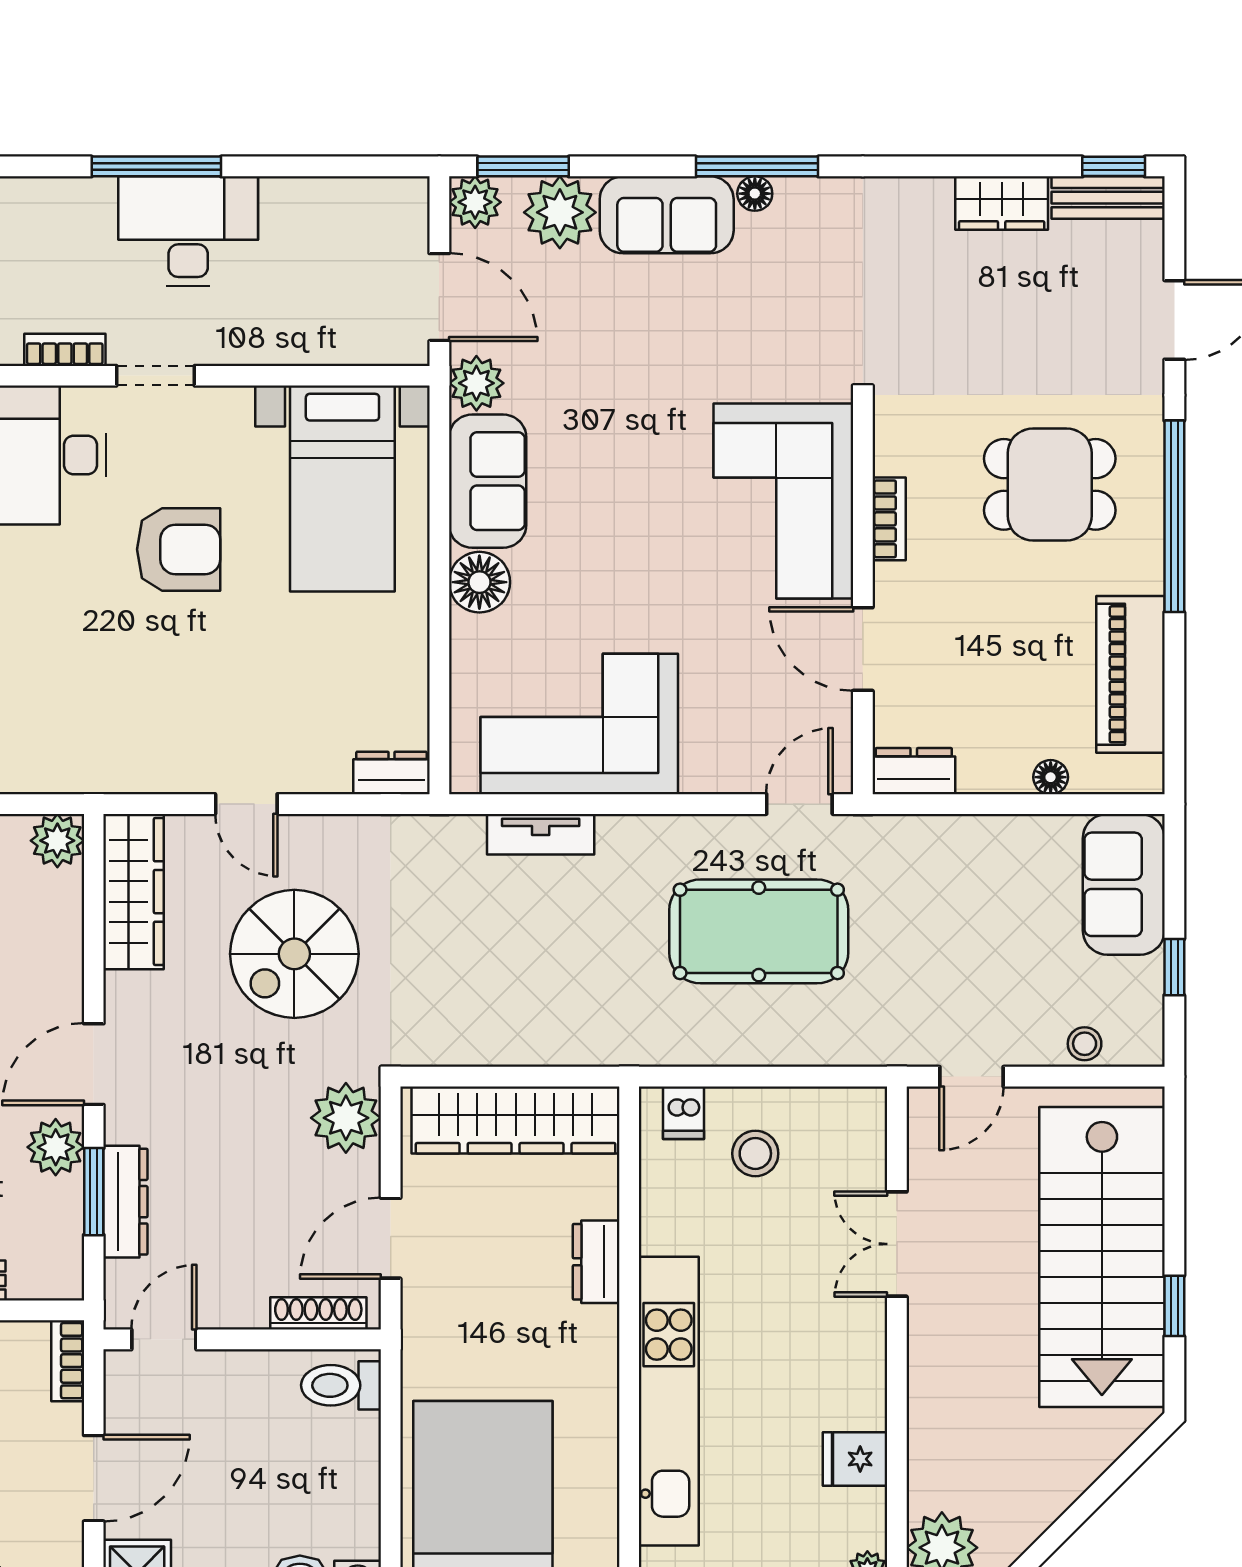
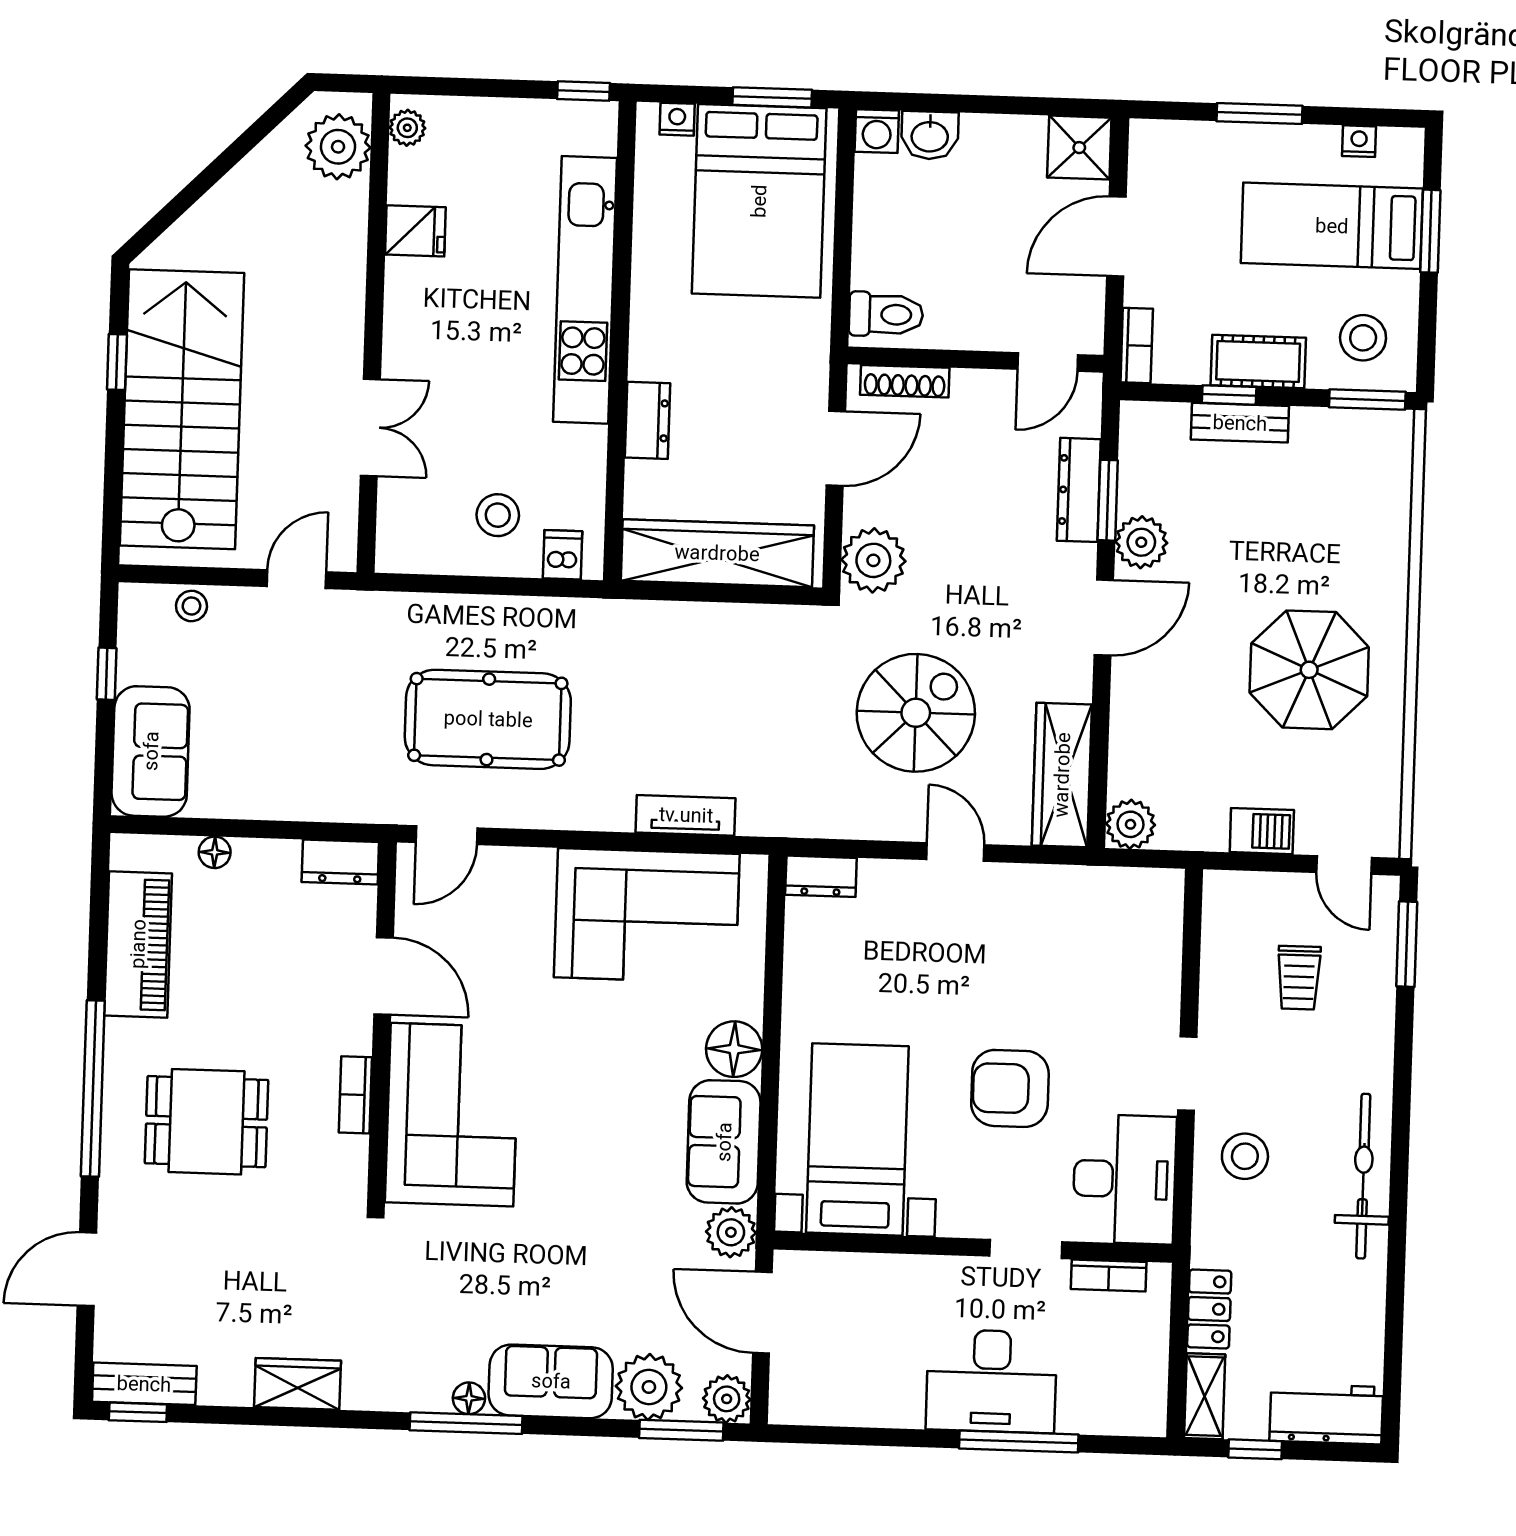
wardrobe: (1002, 203) -> (297, 1384), moved

